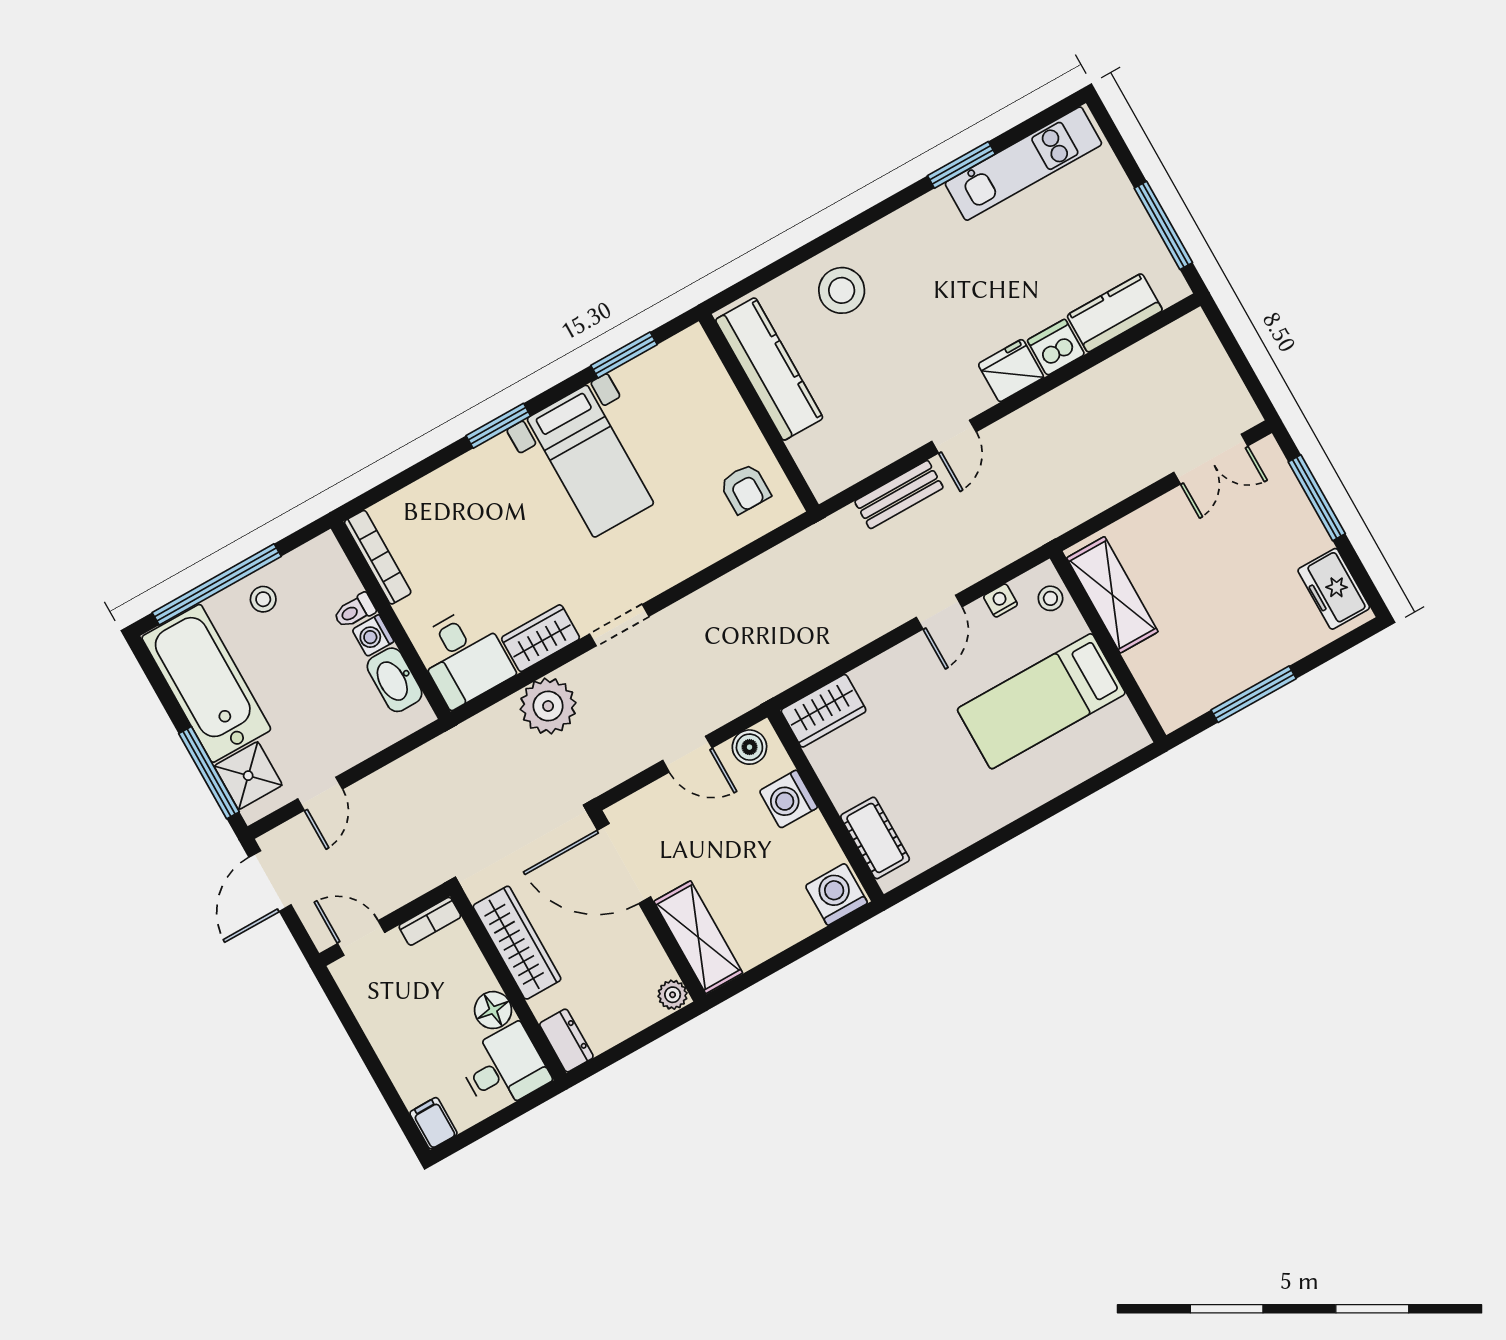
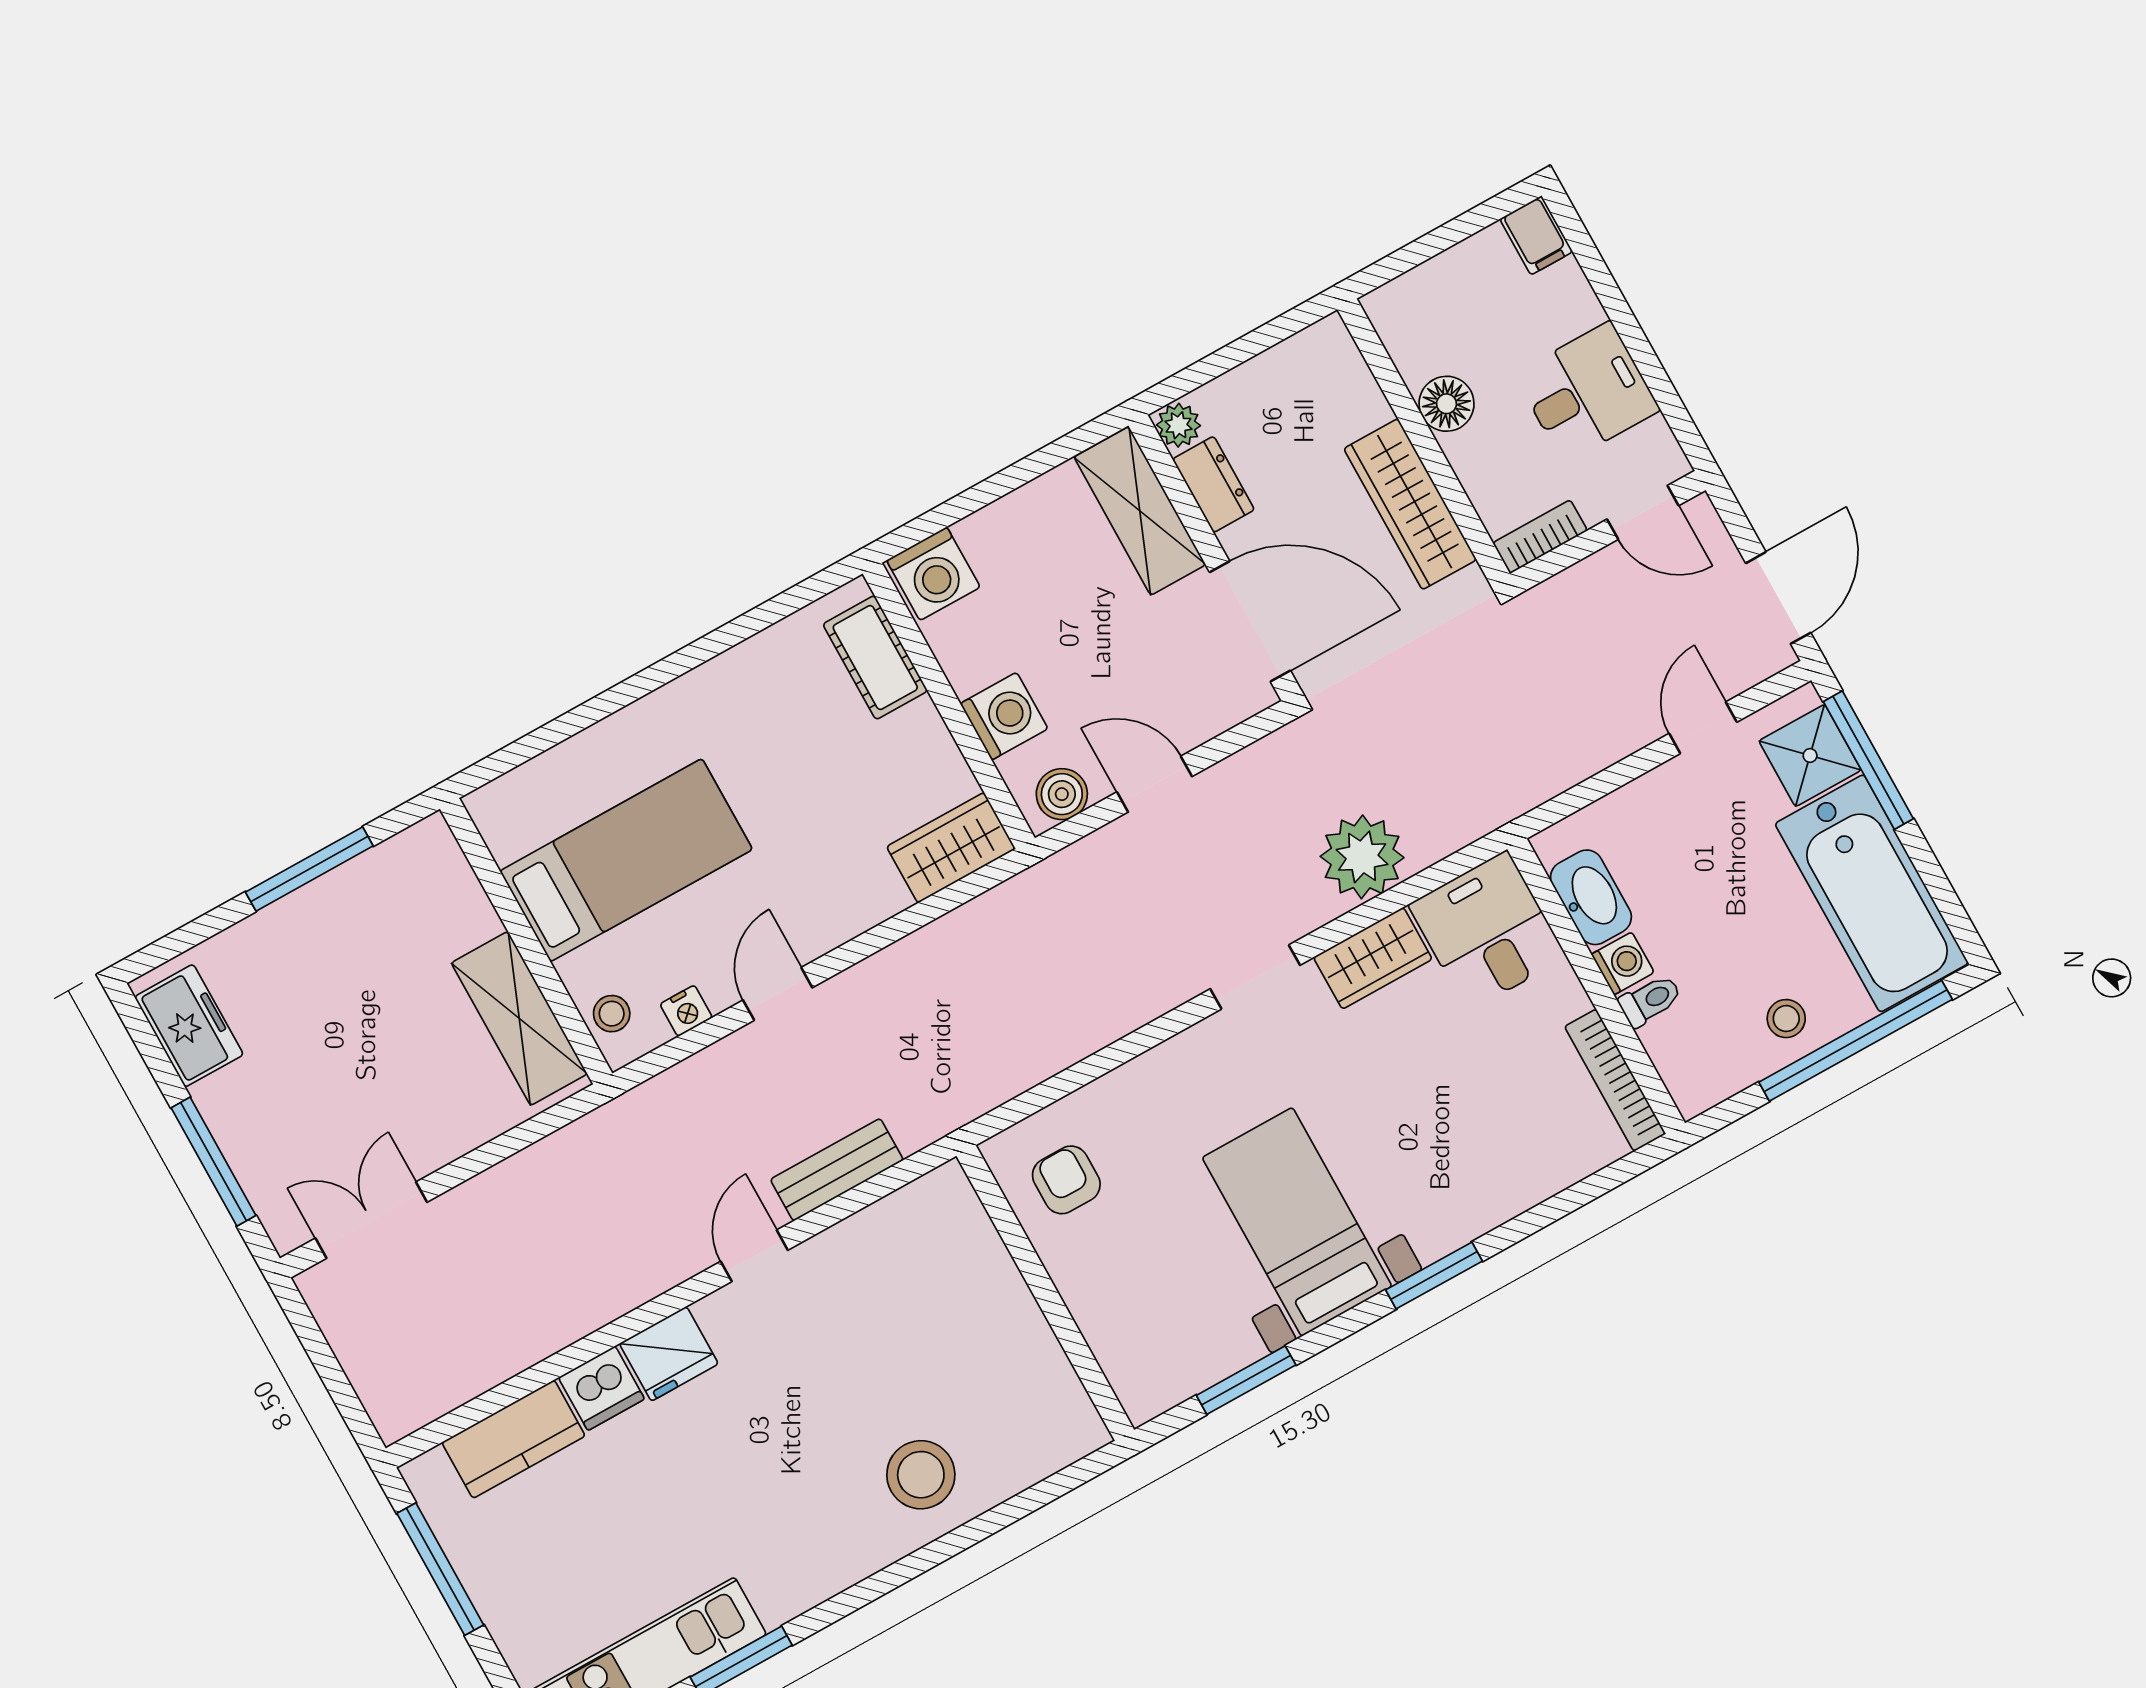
kitchen counter: (769, 369) -> (1029, 1358), removed
dresser: (566, 1041) -> (1213, 484), moved, turned 180
desk: (504, 1068) -> (1587, 392), moved, turned 180

